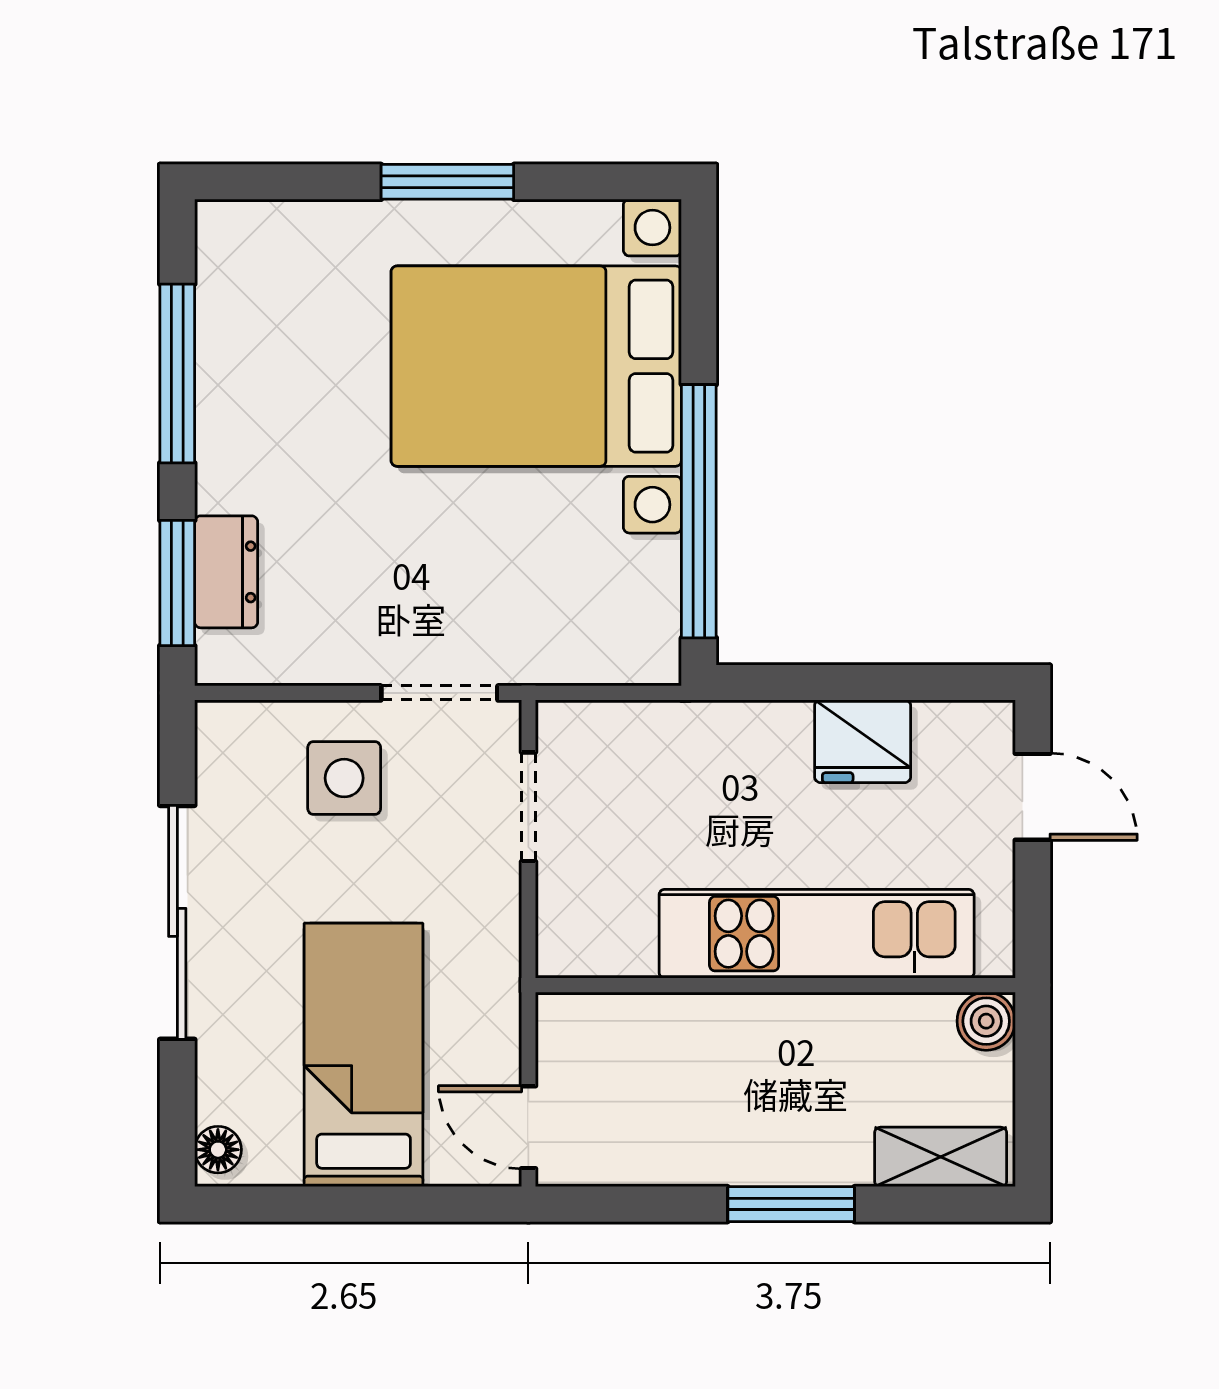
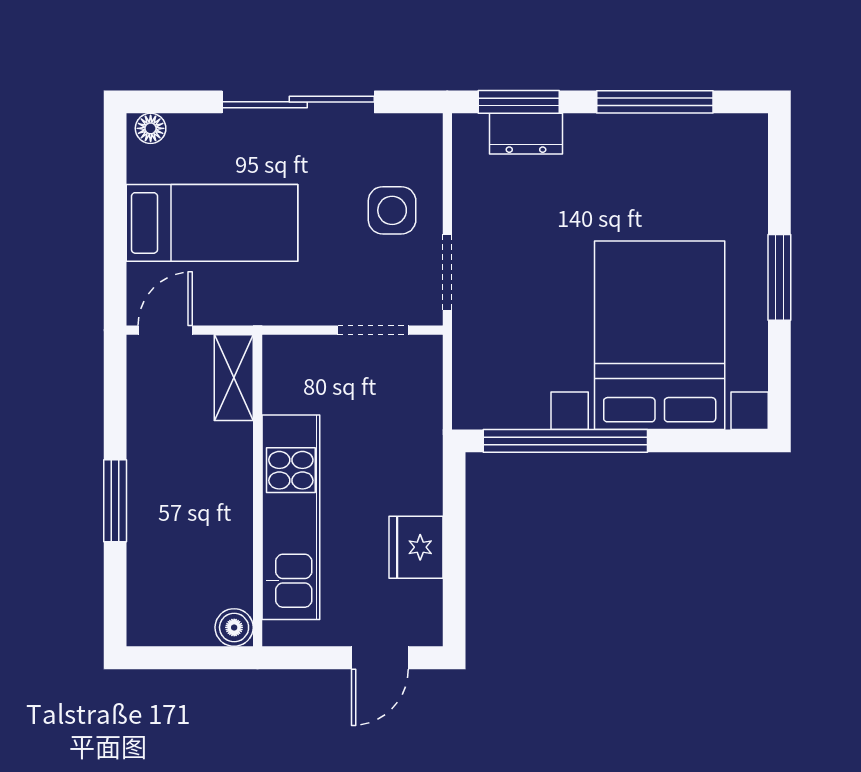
shelving: (941, 1157) -> (234, 378), moved

